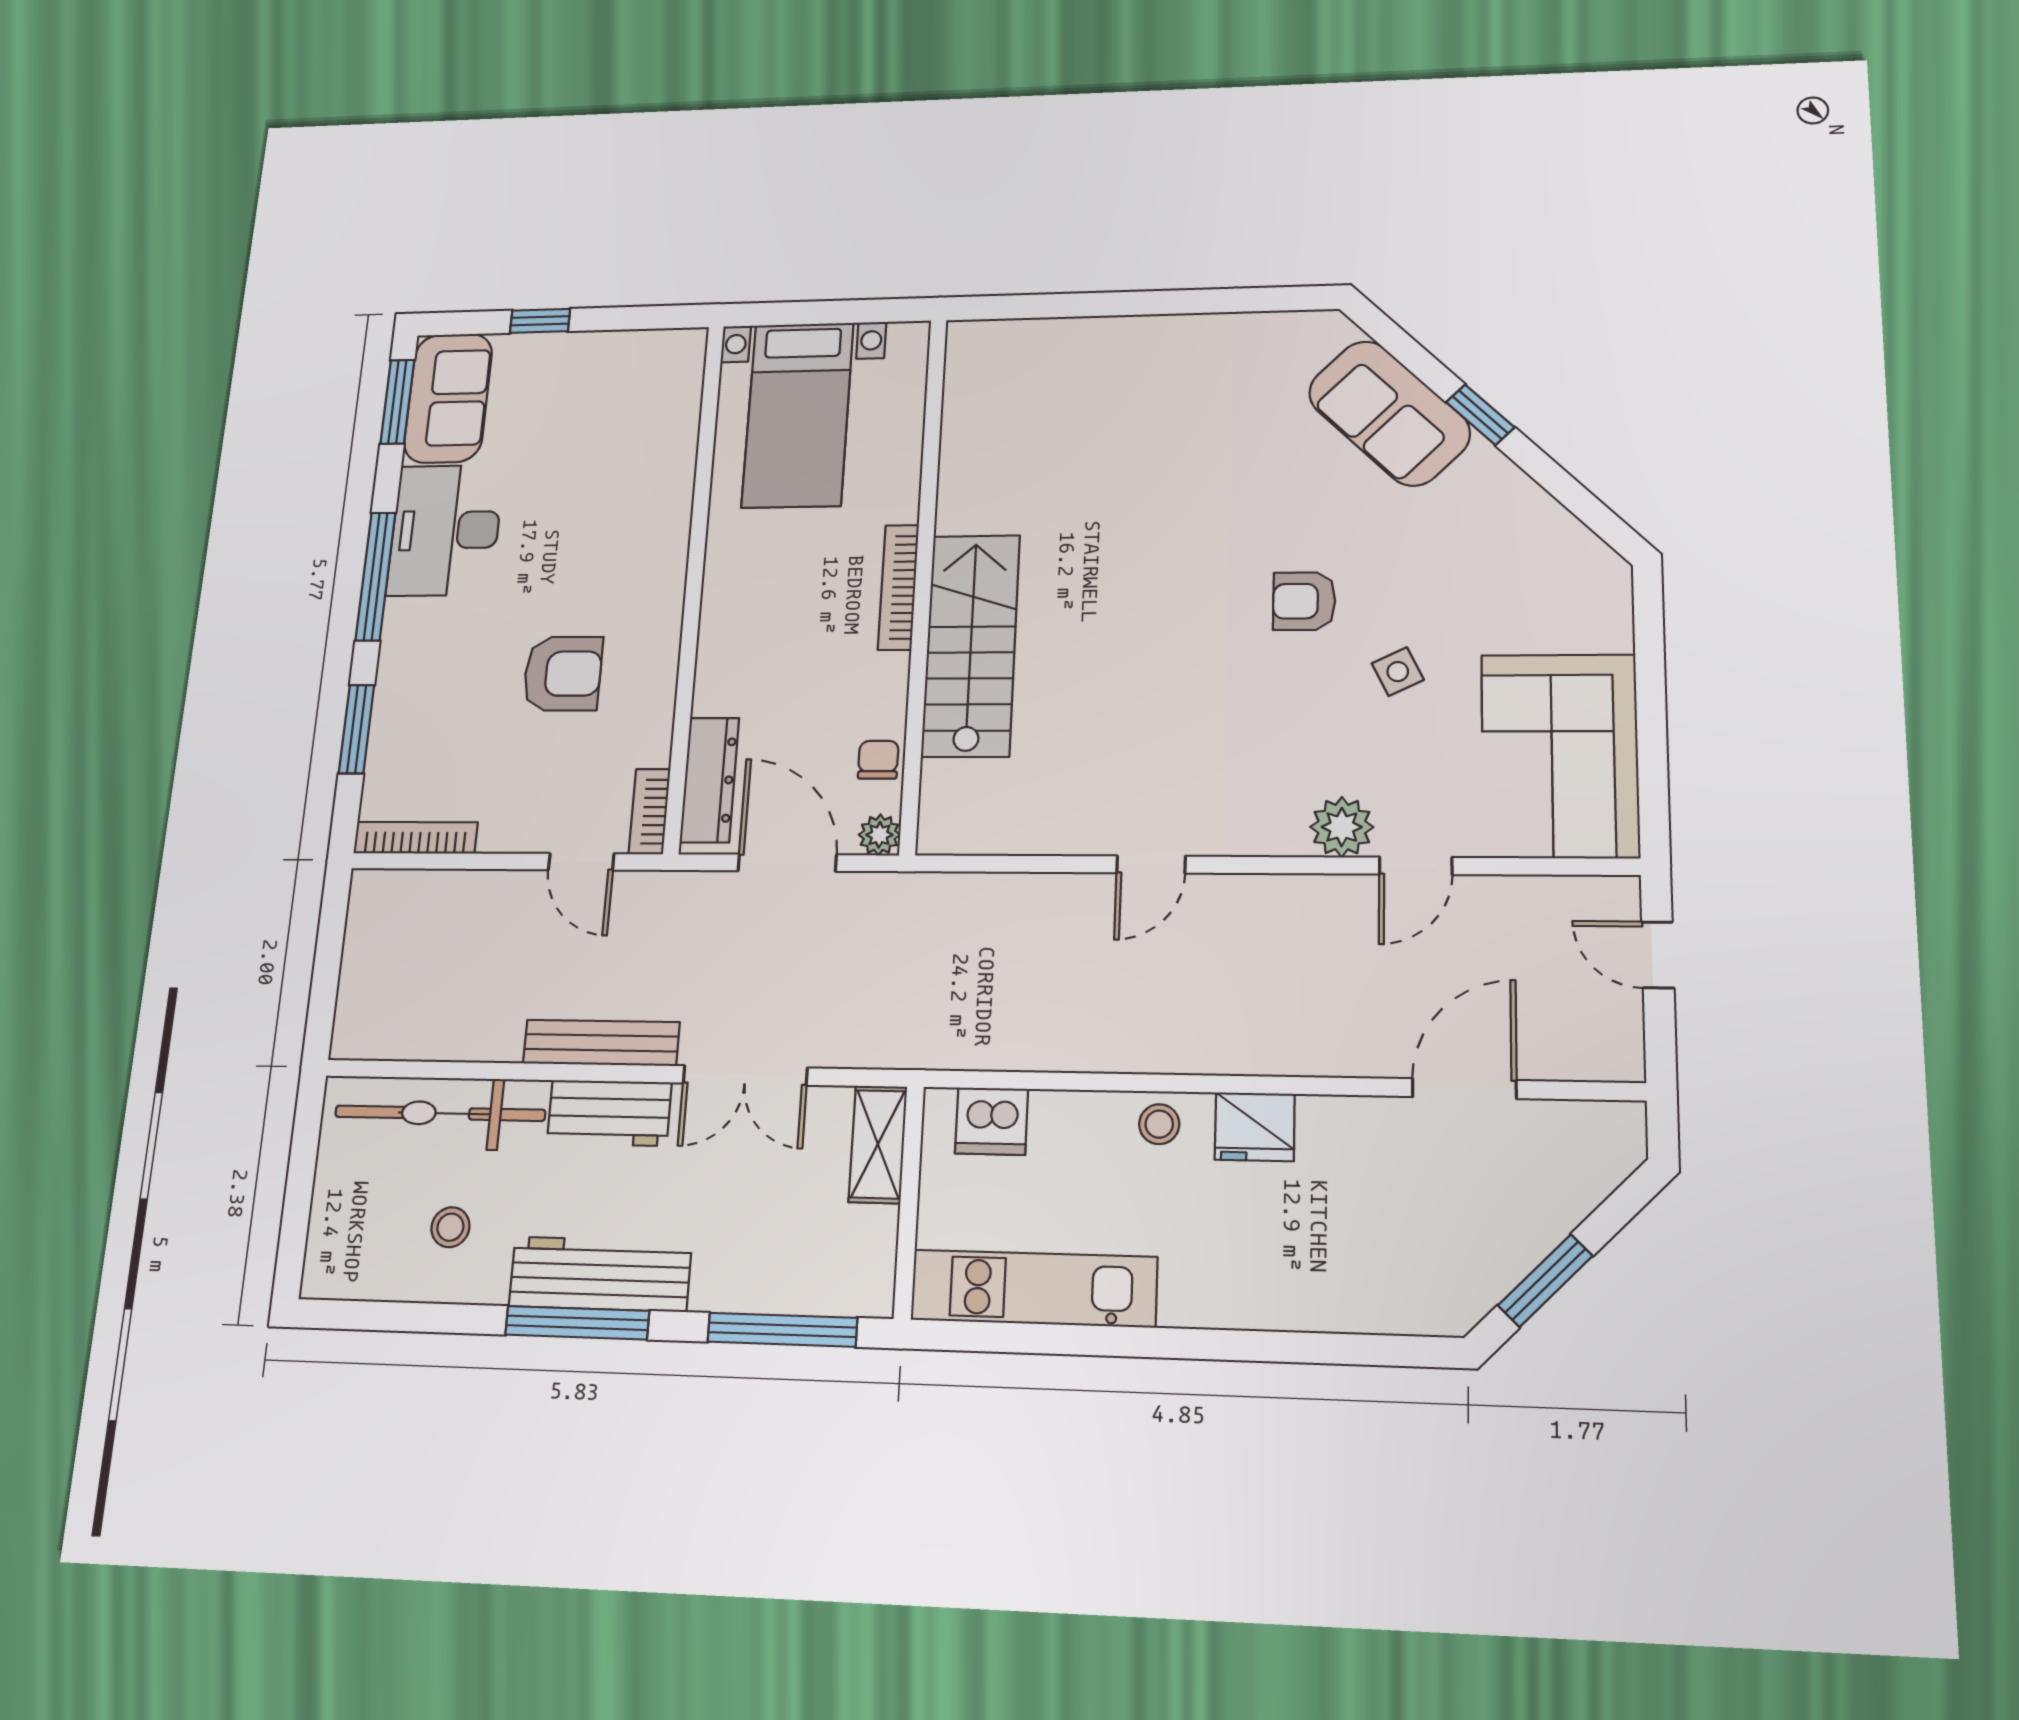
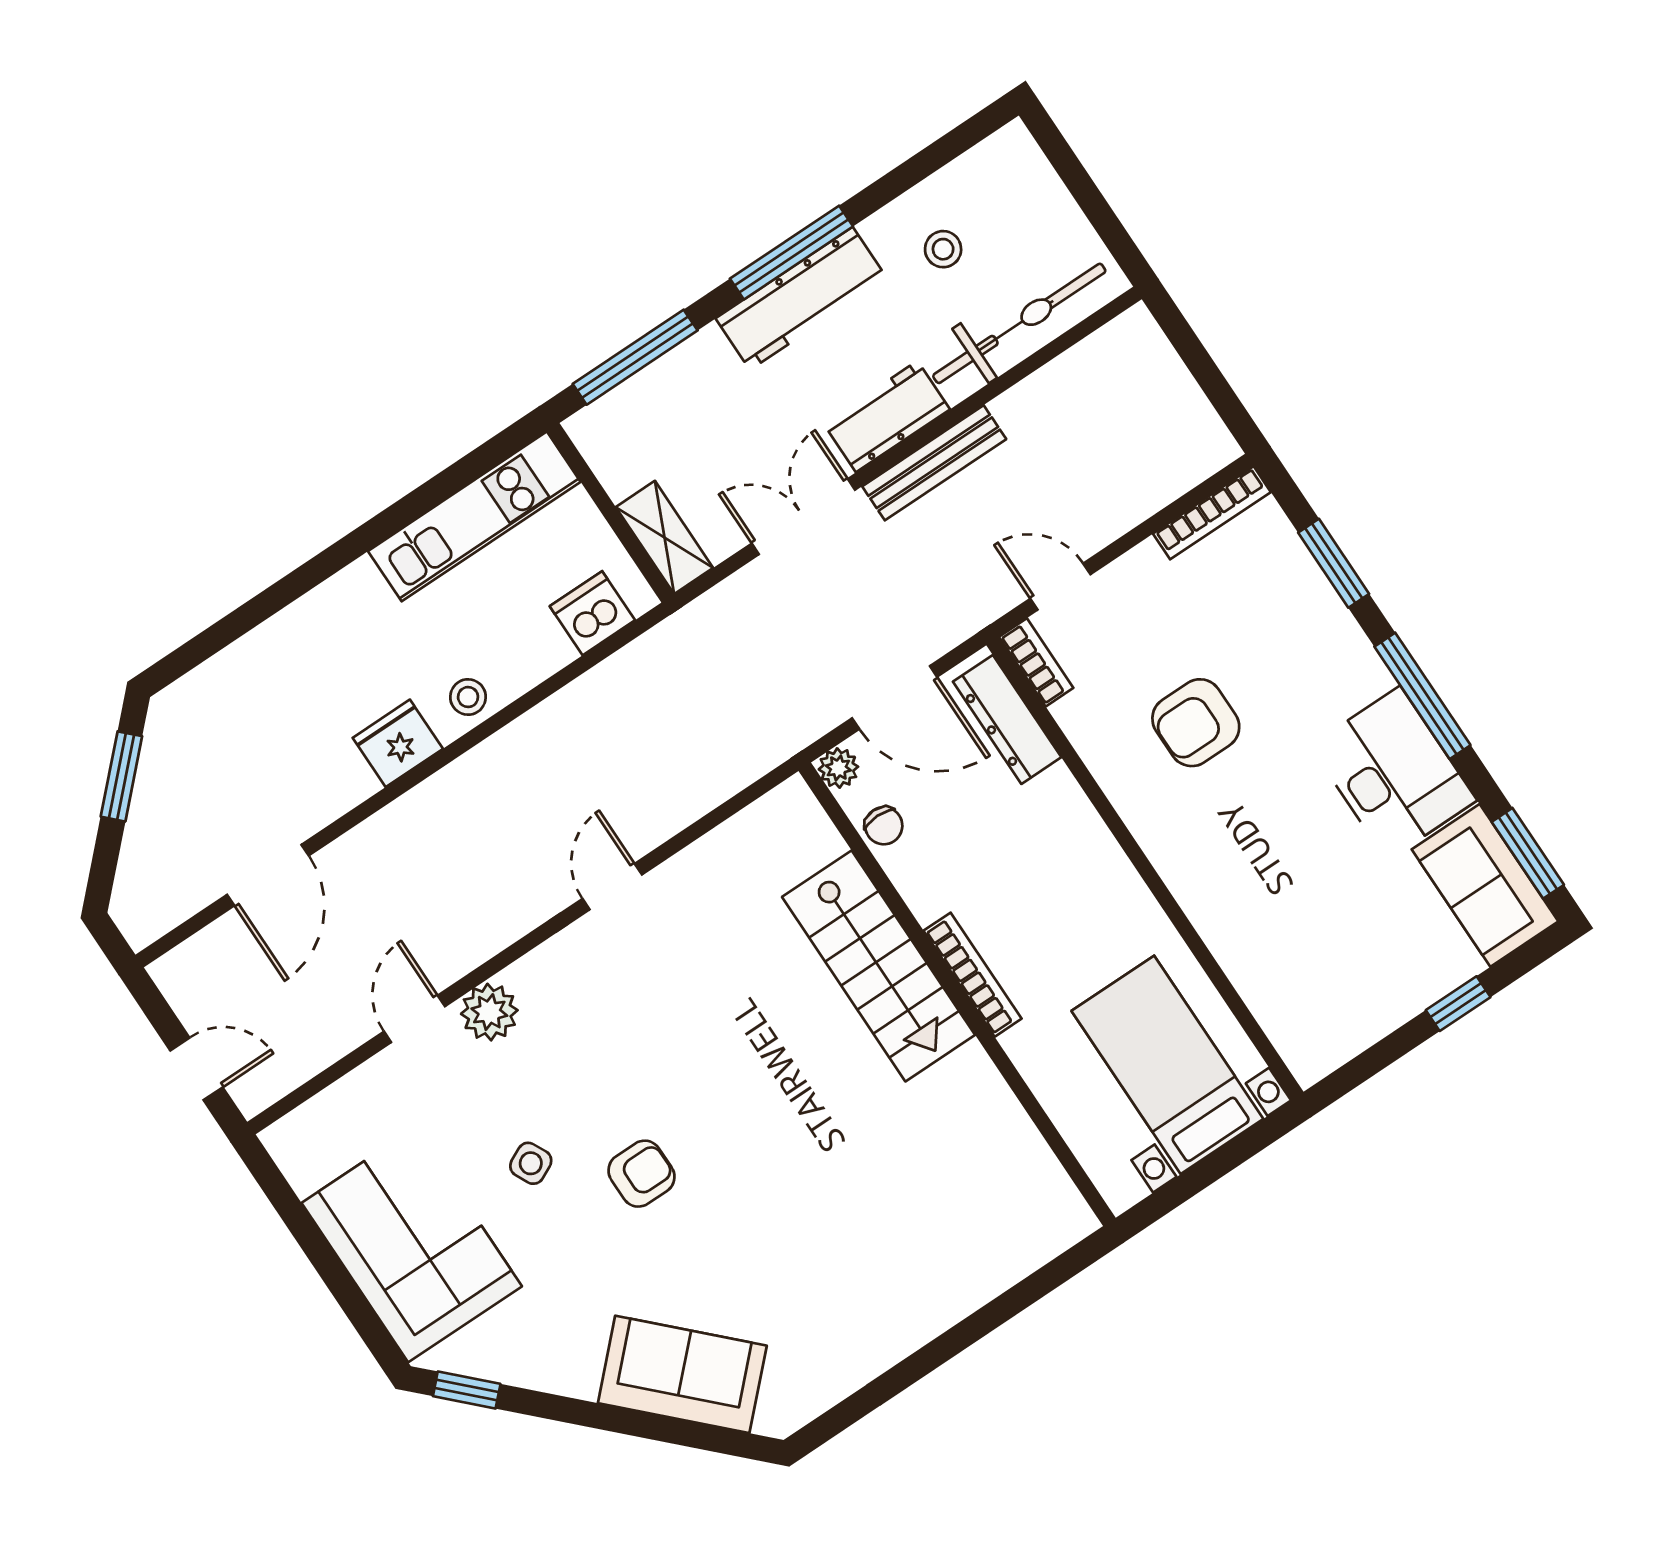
window: (1480, 415) -> (467, 1390), moved
corner sofa: (1560, 756) -> (412, 1245), moved

